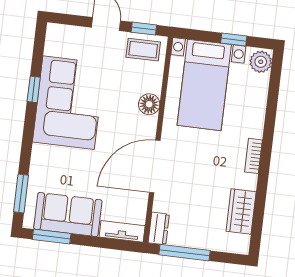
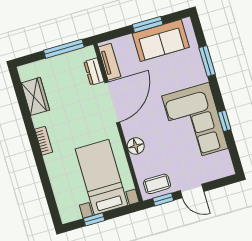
plant: (261, 62) -> (68, 212), removed
window: (21, 194) -> (207, 61), moved
dresser: (159, 228) -> (94, 72), moved
tv unit: (122, 231) -> (109, 62), moved, turned -90
window: (52, 237) -> (148, 24), moved

